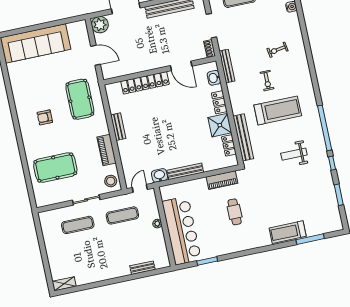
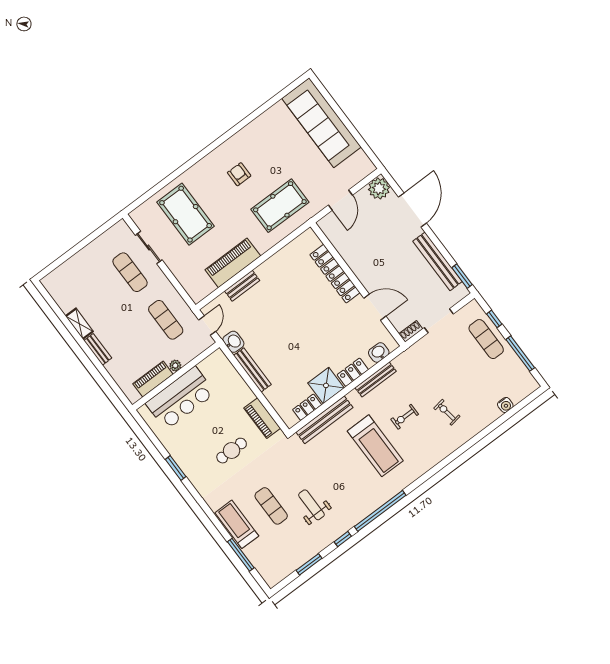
door: (181, 66) -> (375, 307), swing flipped
bench: (227, 66) -> (376, 380), moved
bench: (118, 127) -> (242, 286), moved
piano: (107, 150) -> (233, 263), width x1.37, depth x1.33
weight bench: (294, 154) -> (311, 505), moved
stool: (111, 181) -> (200, 287), removed
door: (140, 188) -> (207, 326), hinge flipped
sliding door: (86, 200) -> (149, 248), moved
exercise mat: (286, 202) -> (271, 506), added
bar counter: (182, 231) -> (180, 398), width x0.73
piano: (159, 243) -> (153, 379), added
window: (207, 261) -> (176, 468), moved
bench: (142, 268) -> (98, 349), moved
shelving: (64, 284) -> (79, 324), moved

